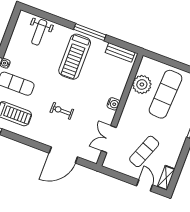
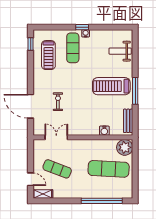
plant: (142, 84) -> (125, 147), moved
water cooler: (113, 104) -> (104, 131), moved
exercise bike: (62, 111) -> (58, 102), moved
door: (145, 185) -> (31, 179), hinge flipped

